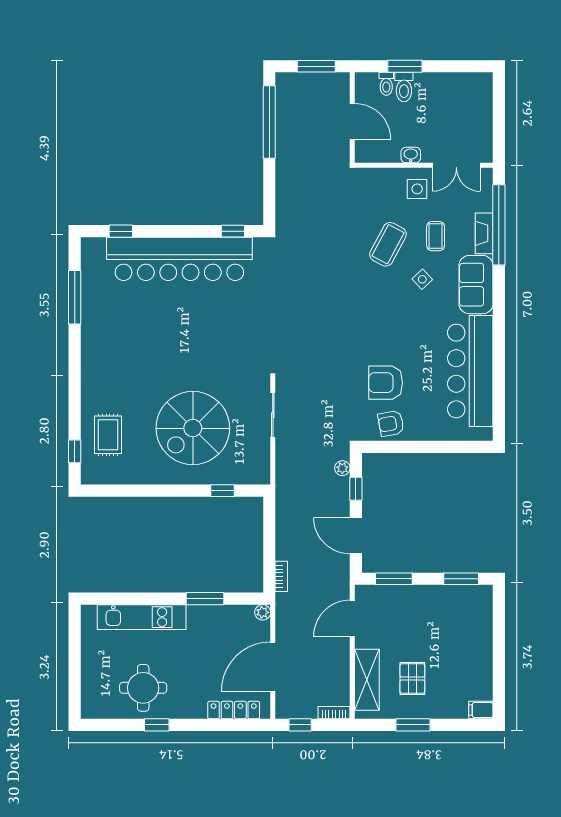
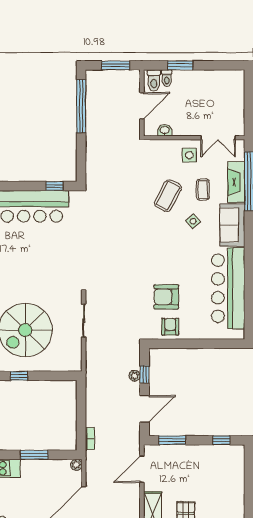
toilet: (404, 87) -> (154, 81), moved
door: (352, 121) -> (142, 106), hinge flipped
washbasin: (411, 155) -> (165, 130), moved
fireplace: (484, 233) -> (236, 182), width x1.37, depth x1.32
armchair: (391, 423) -> (170, 327), turned 100
plant: (342, 468) -> (135, 376), moved
window: (222, 491) -> (19, 376), moved
door: (356, 536) -> (144, 409), swing flipped
window: (461, 579) -> (222, 440), width x0.67

